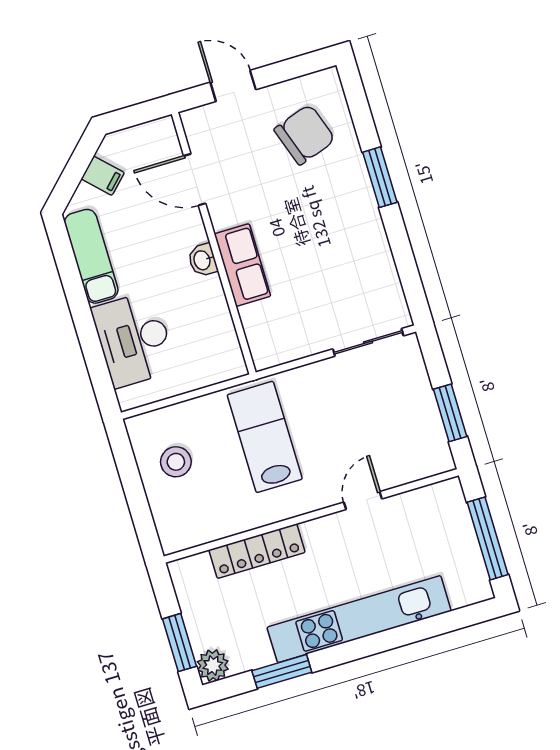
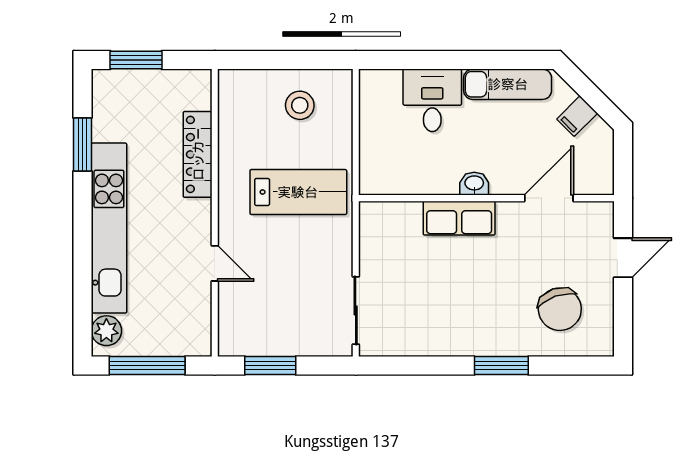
desk: (134, 339) -> (432, 100), width x0.73
plant: (213, 665) -> (106, 331), moved

